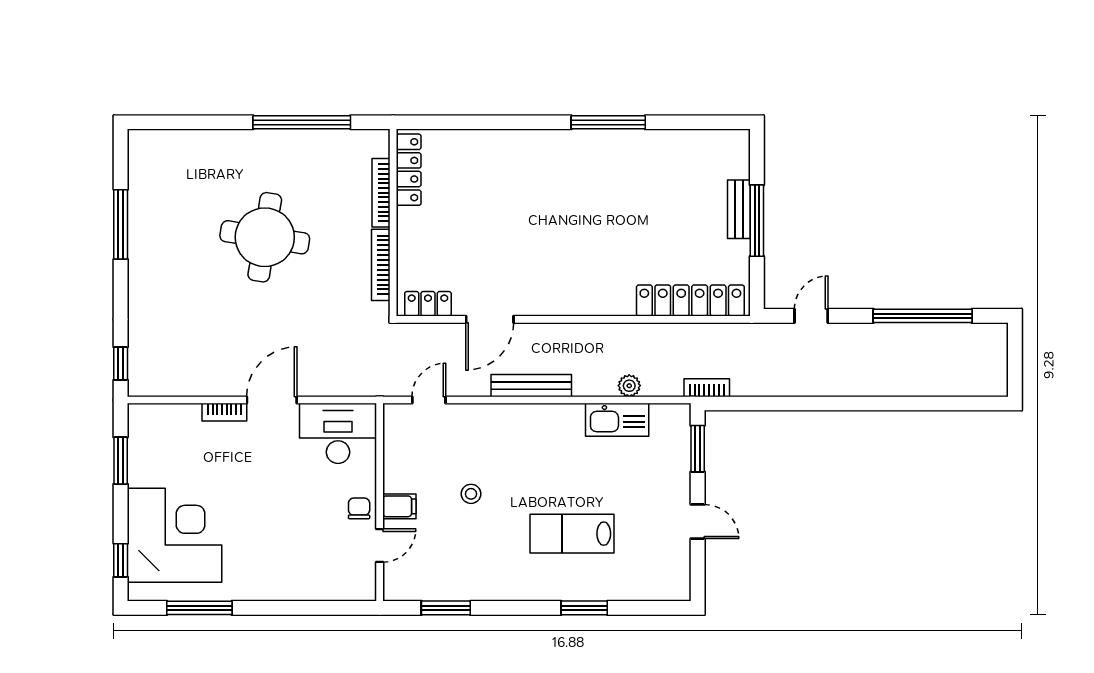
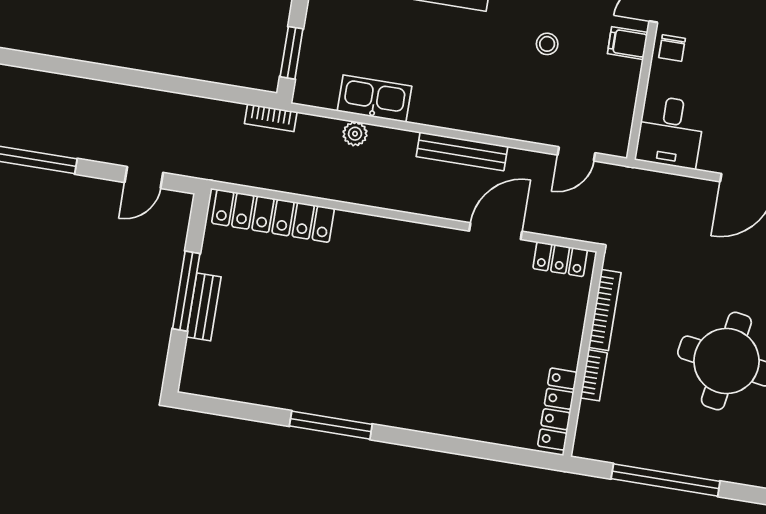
bookcase: (381, 193) -> (594, 375), width x0.64
desk: (338, 433) -> (670, 132), width x0.73

